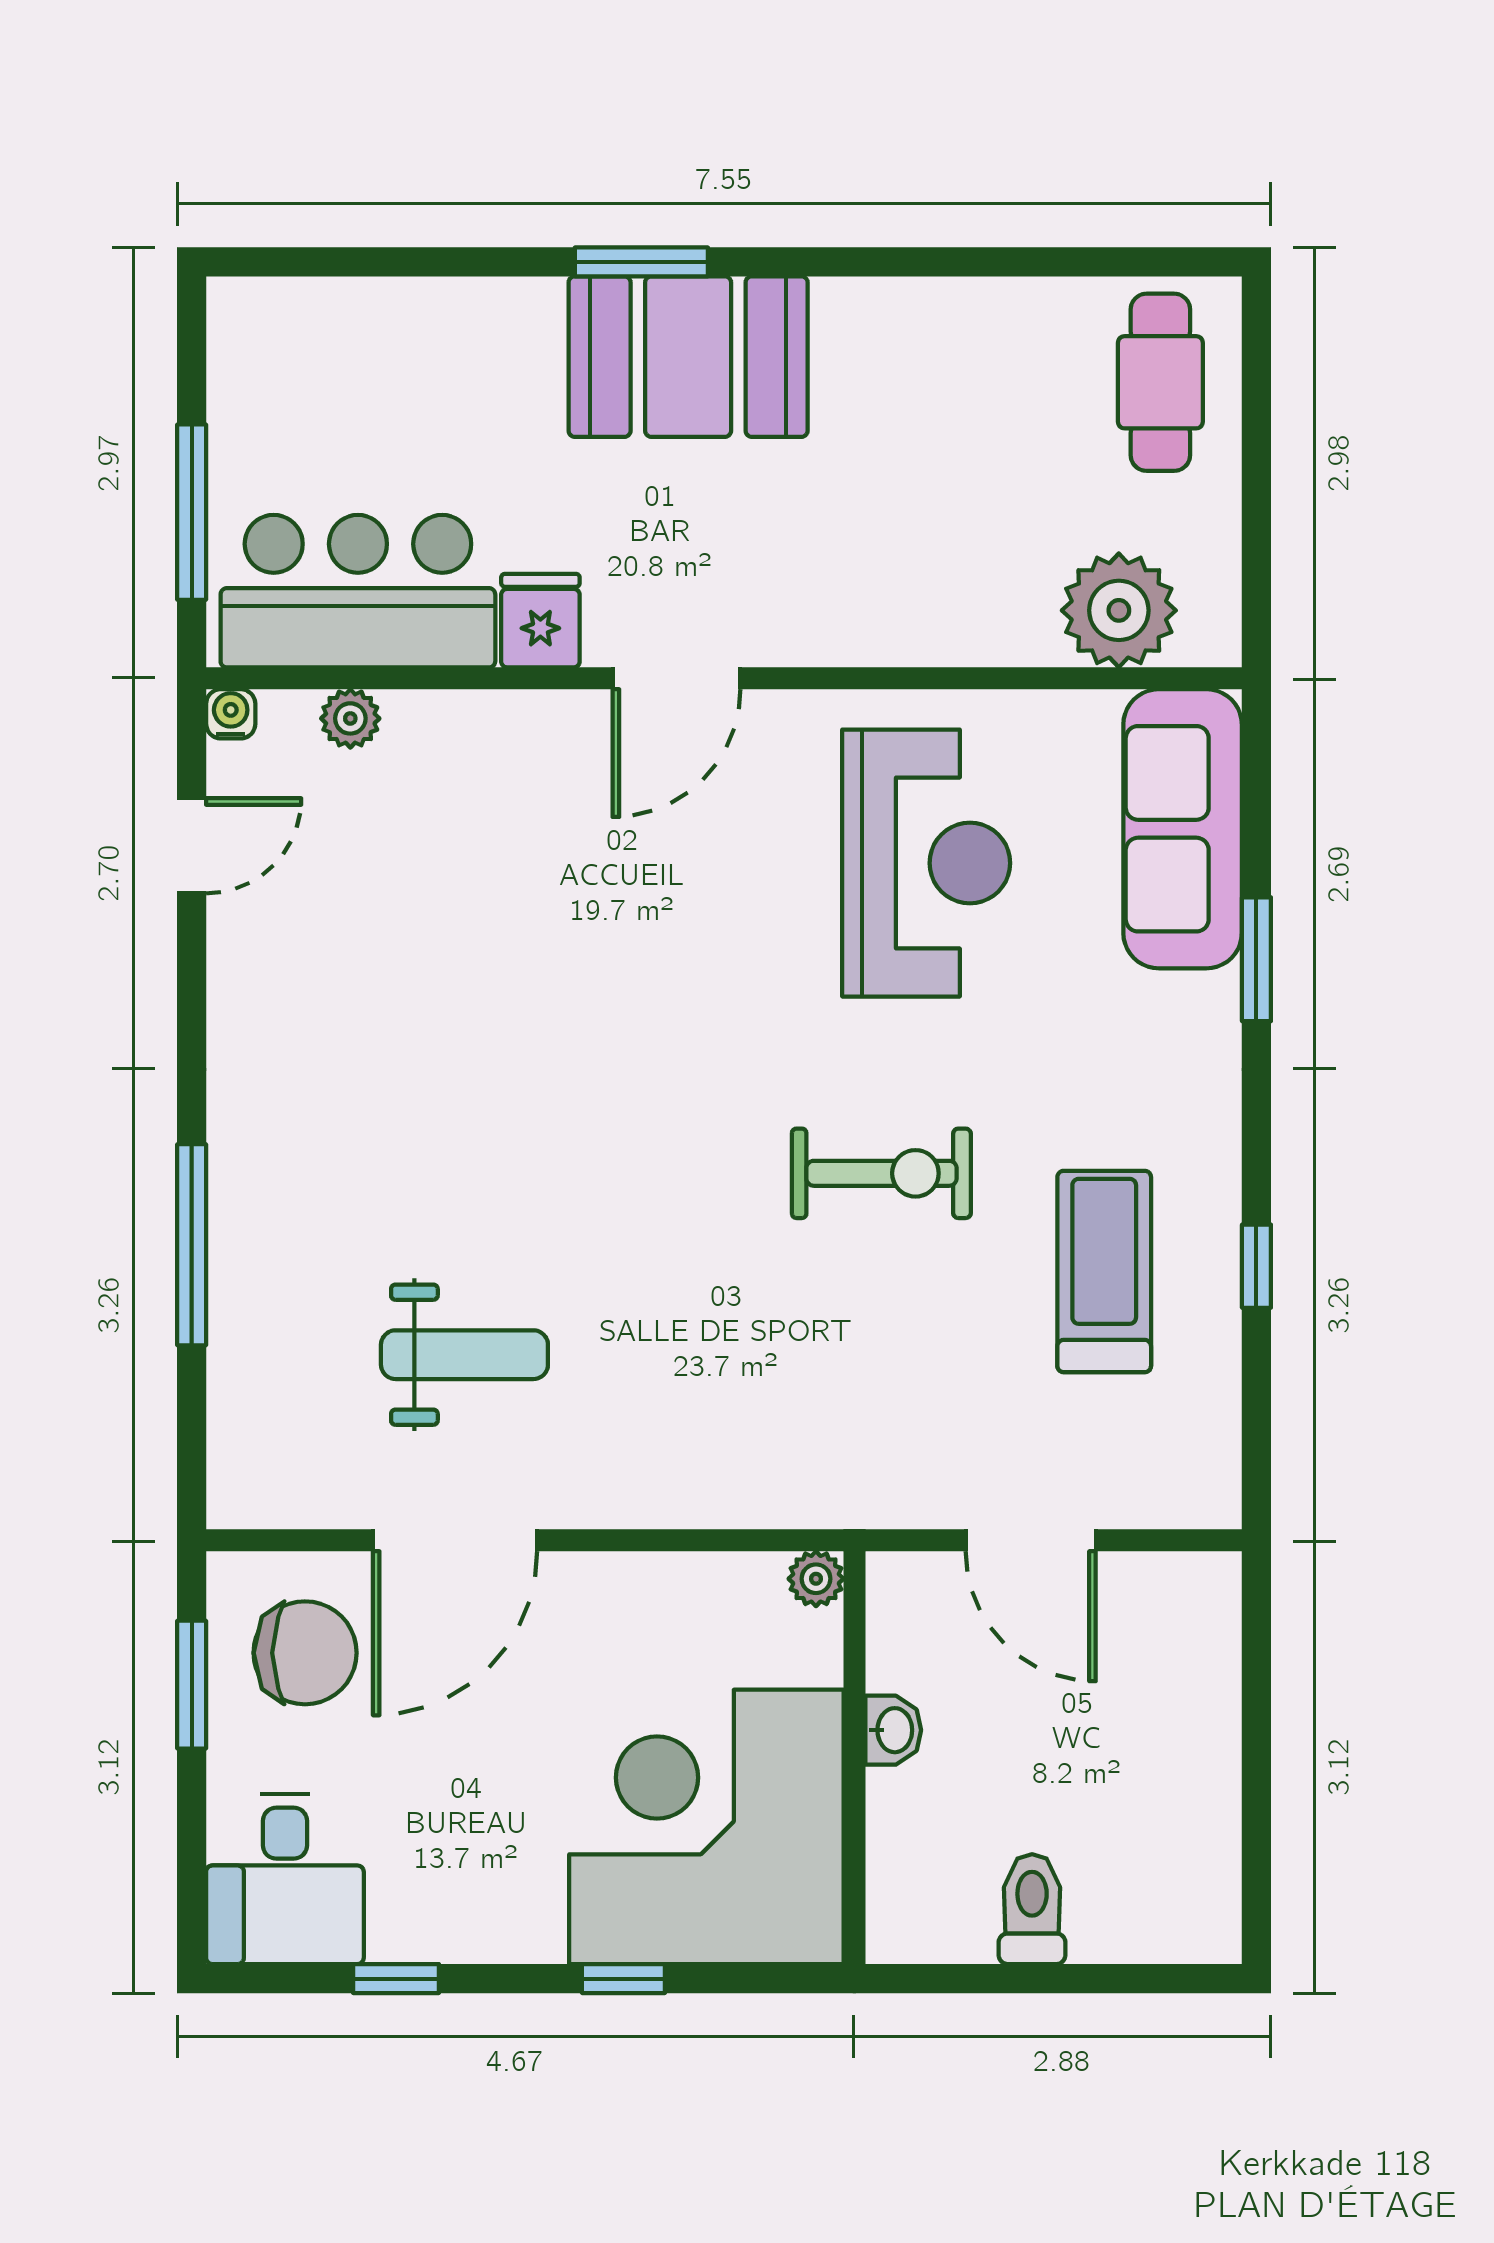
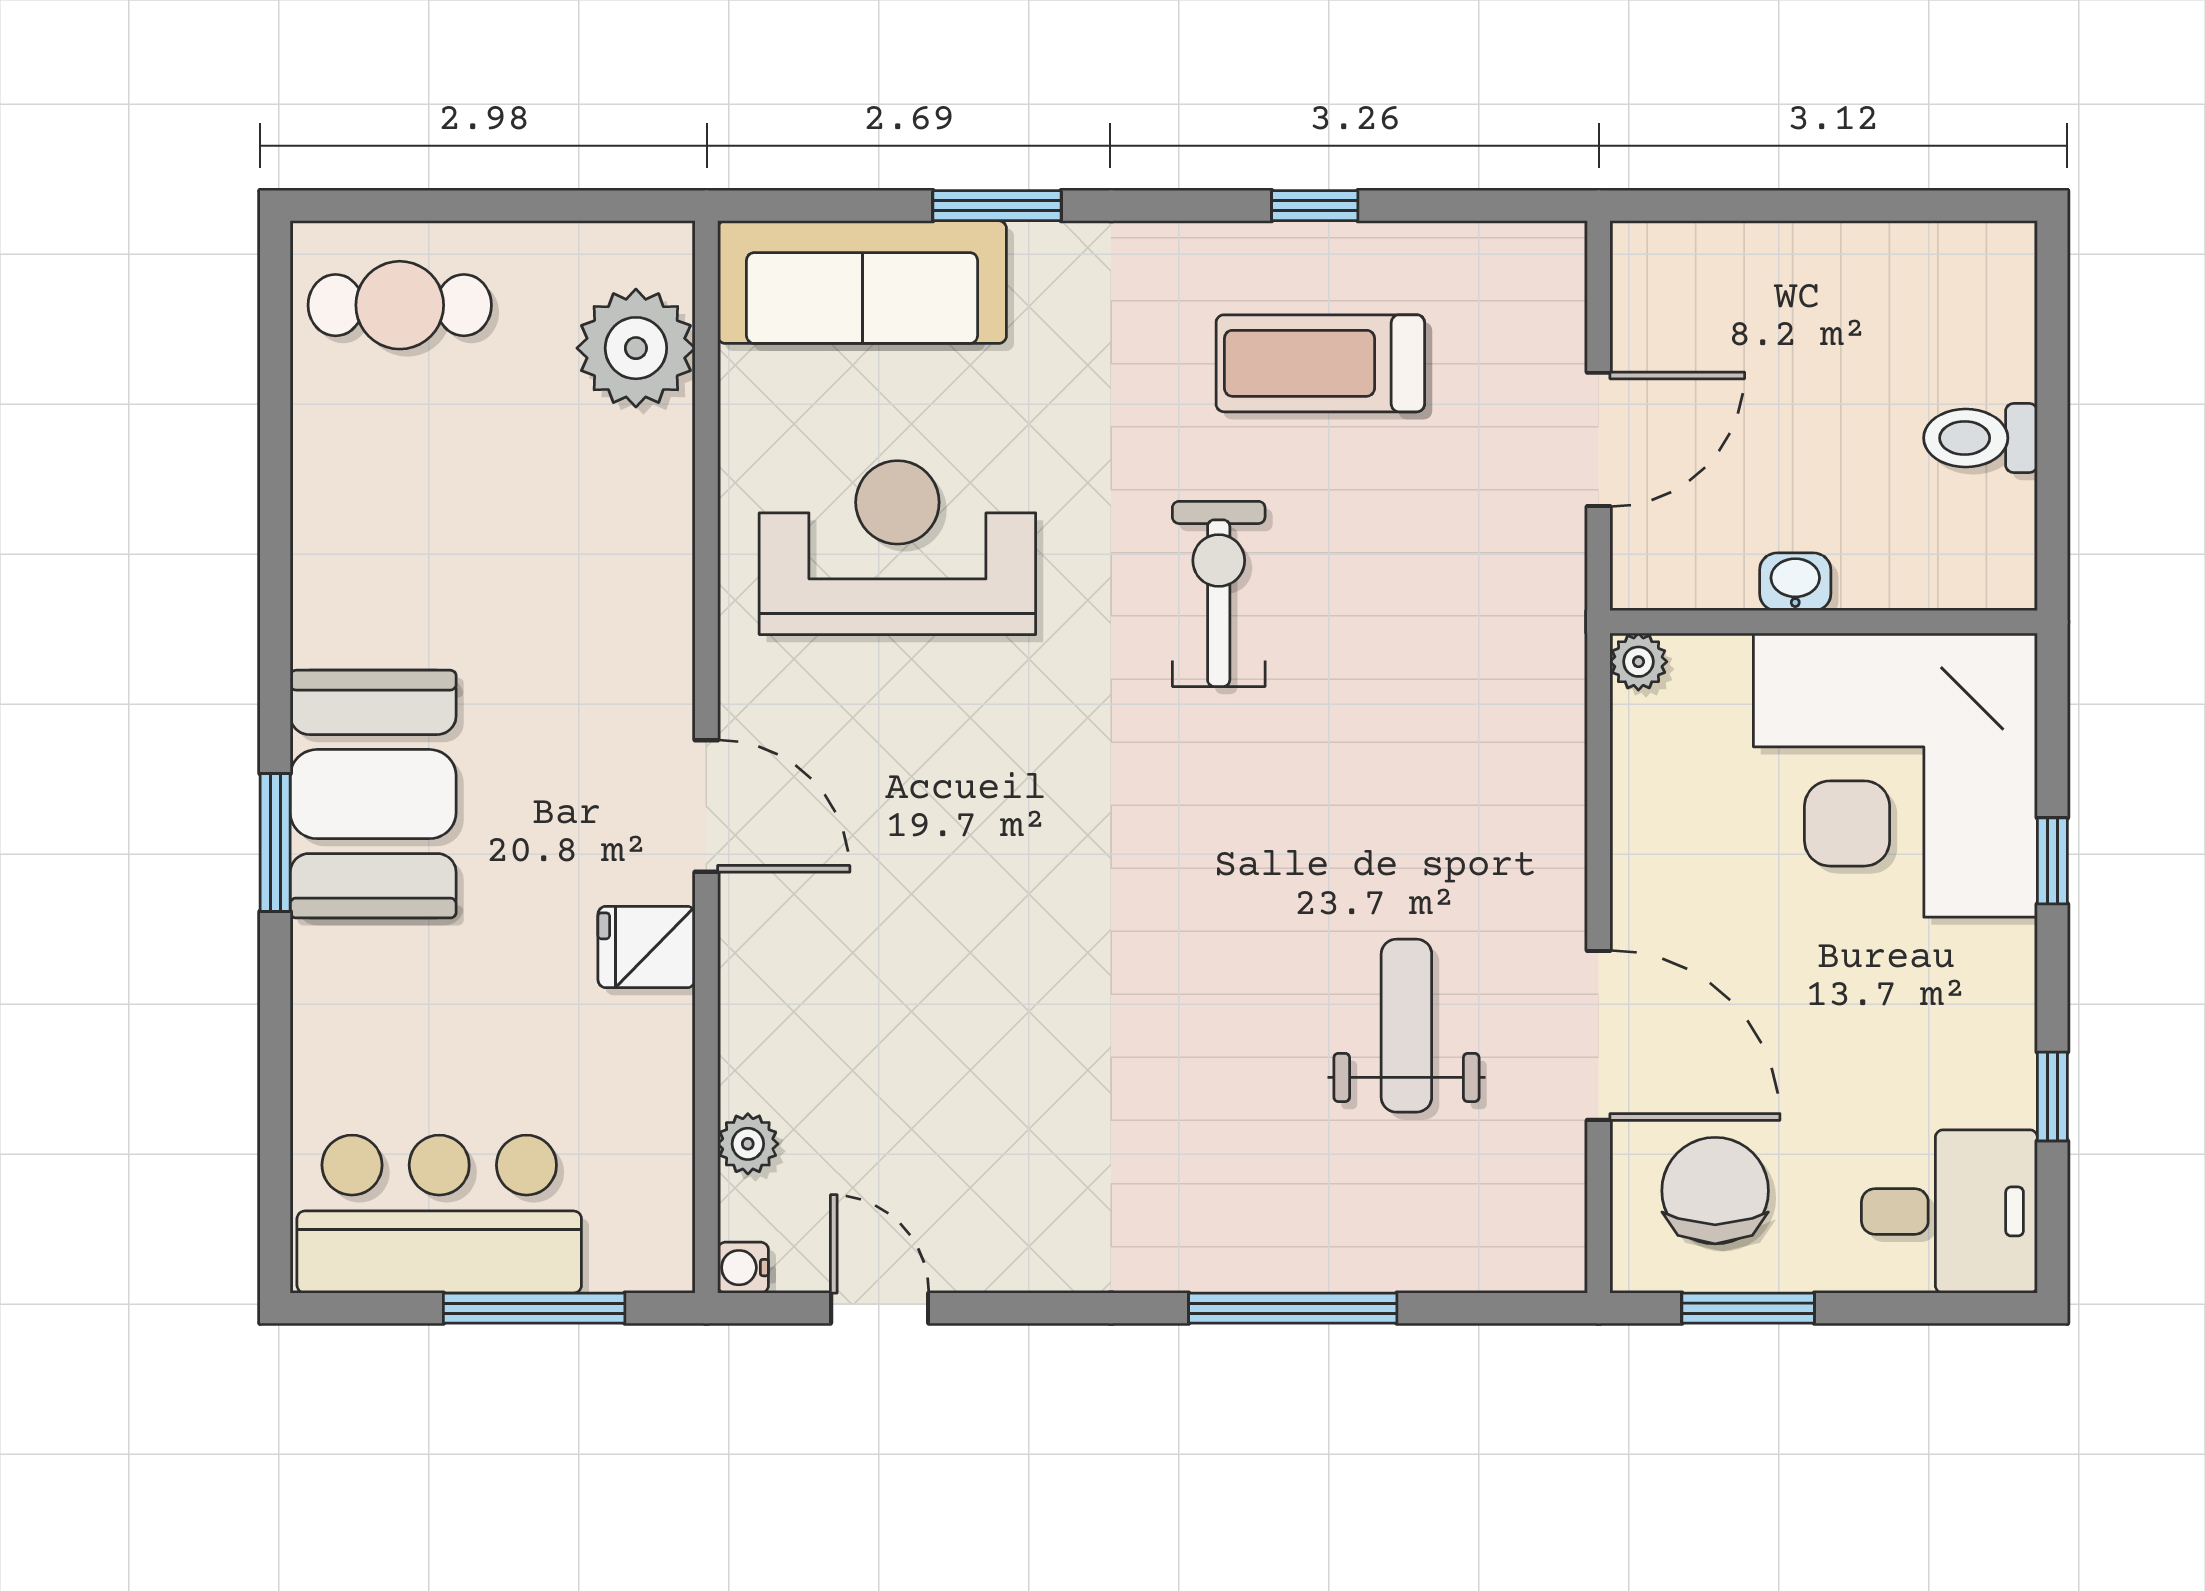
bar counter: (358, 591) -> (439, 1214), moved, turned 90

